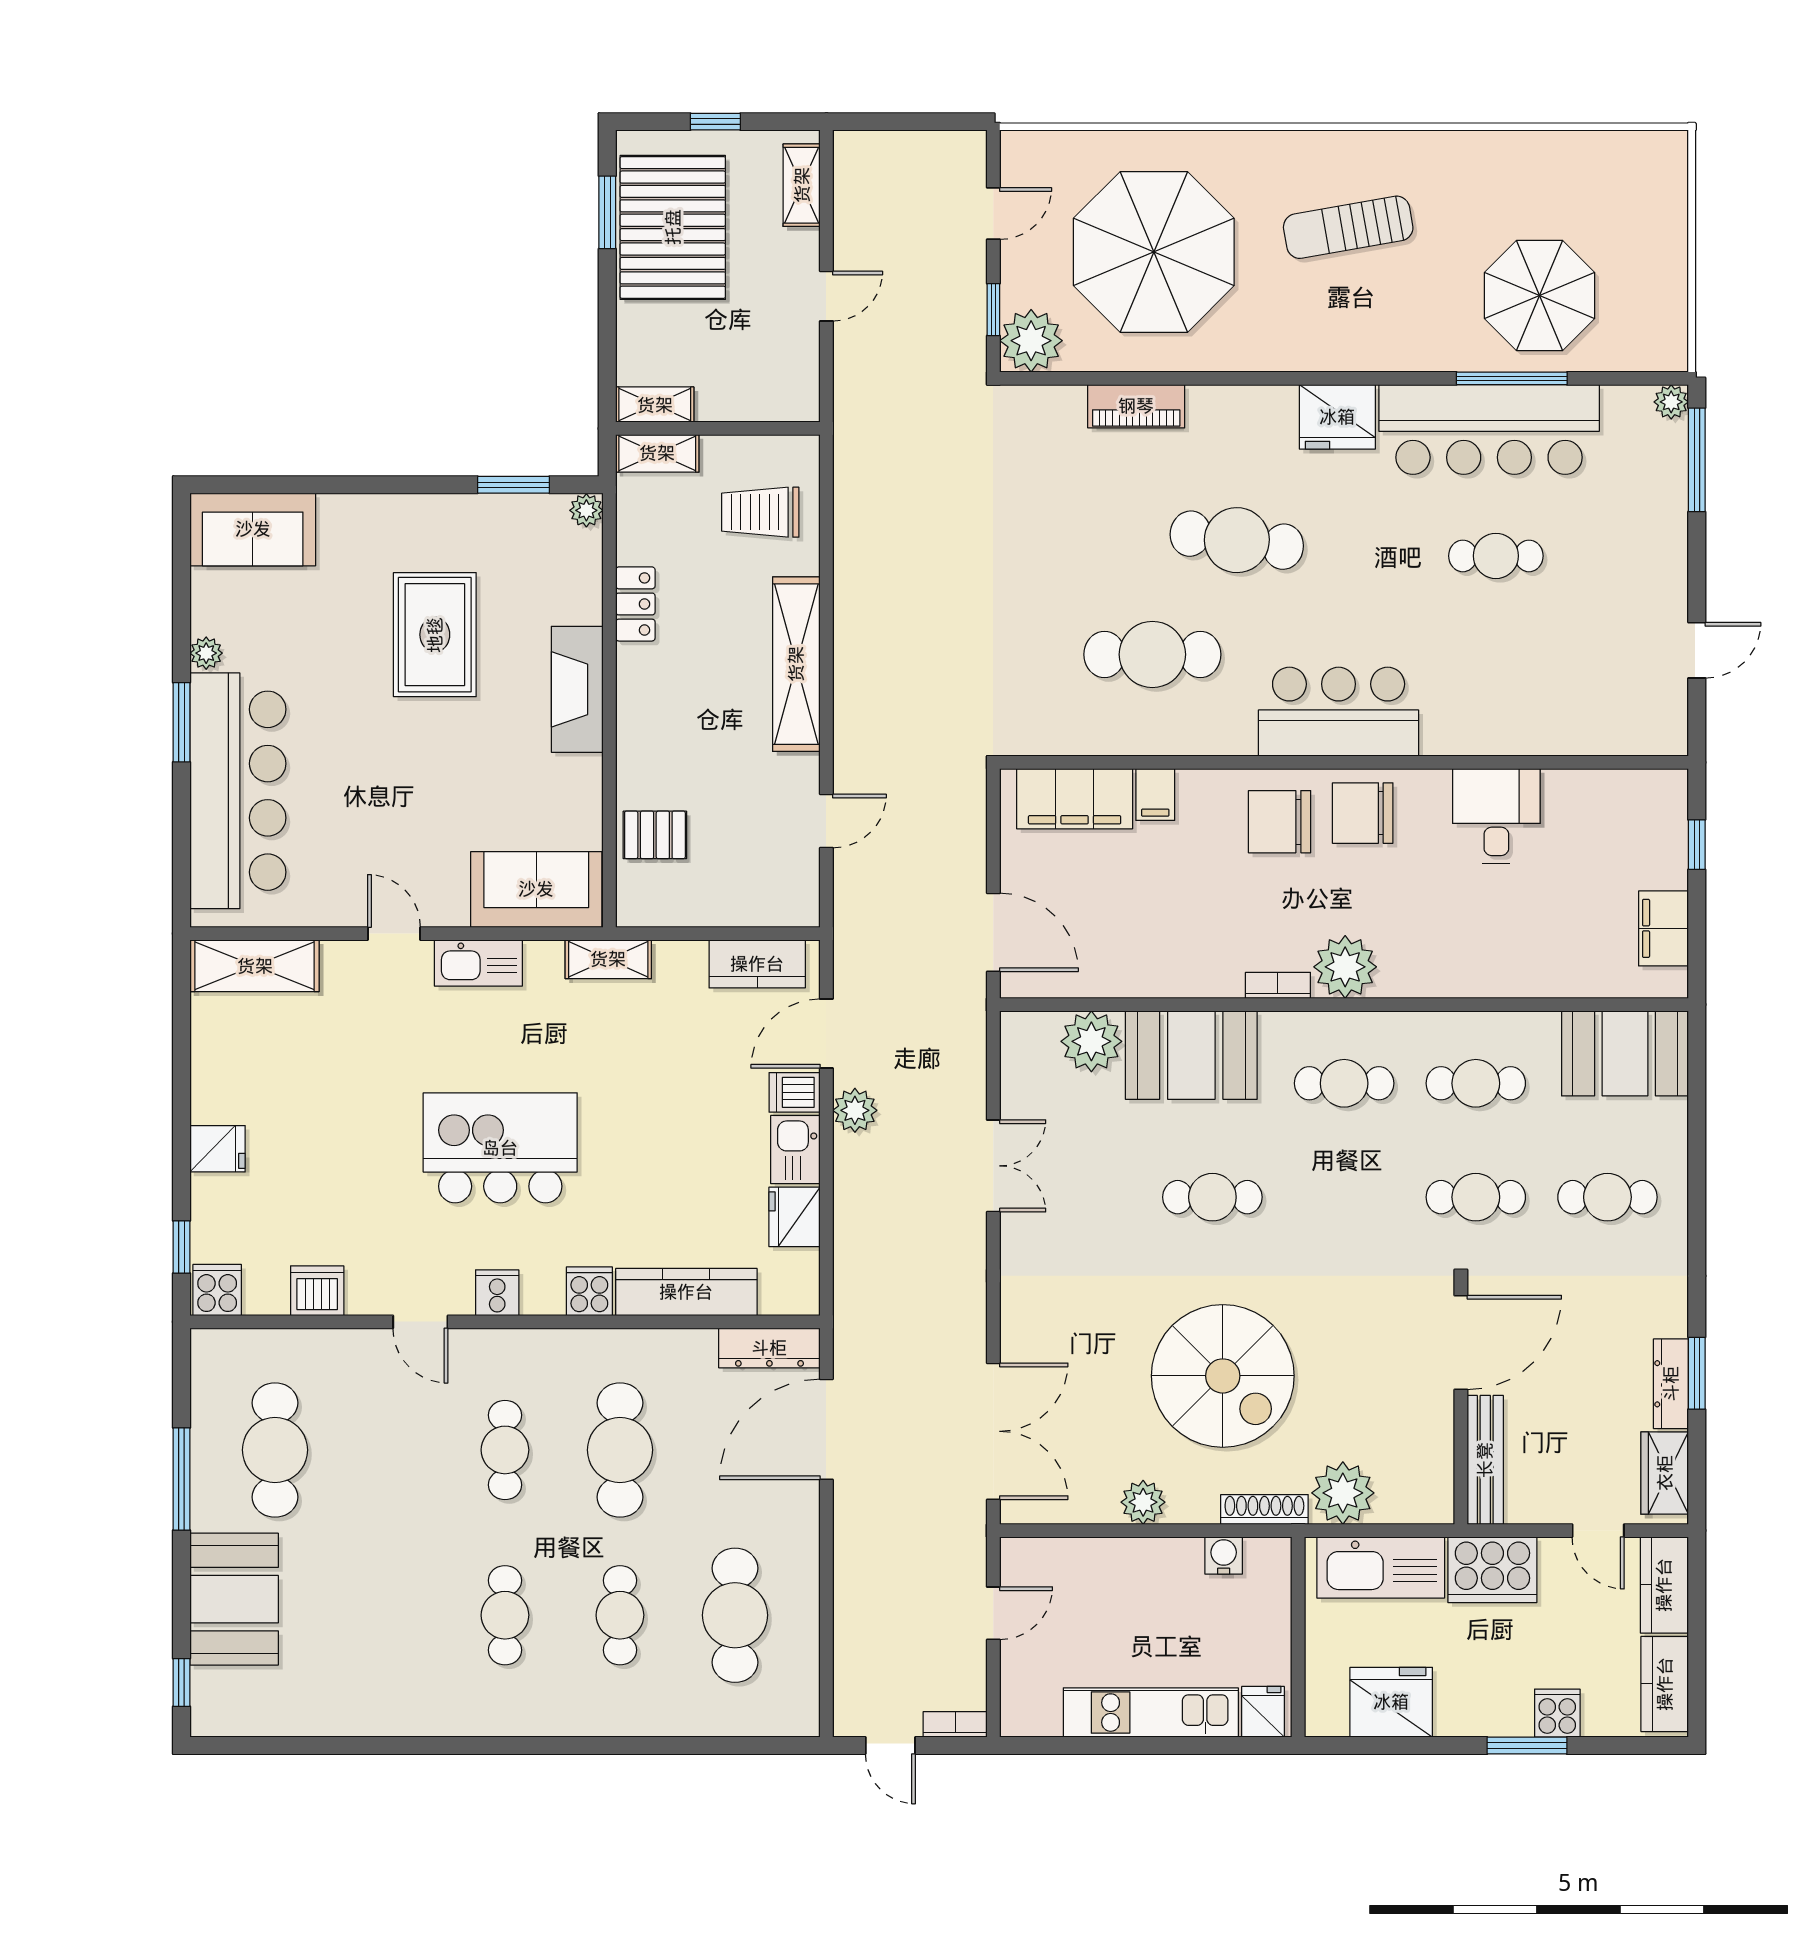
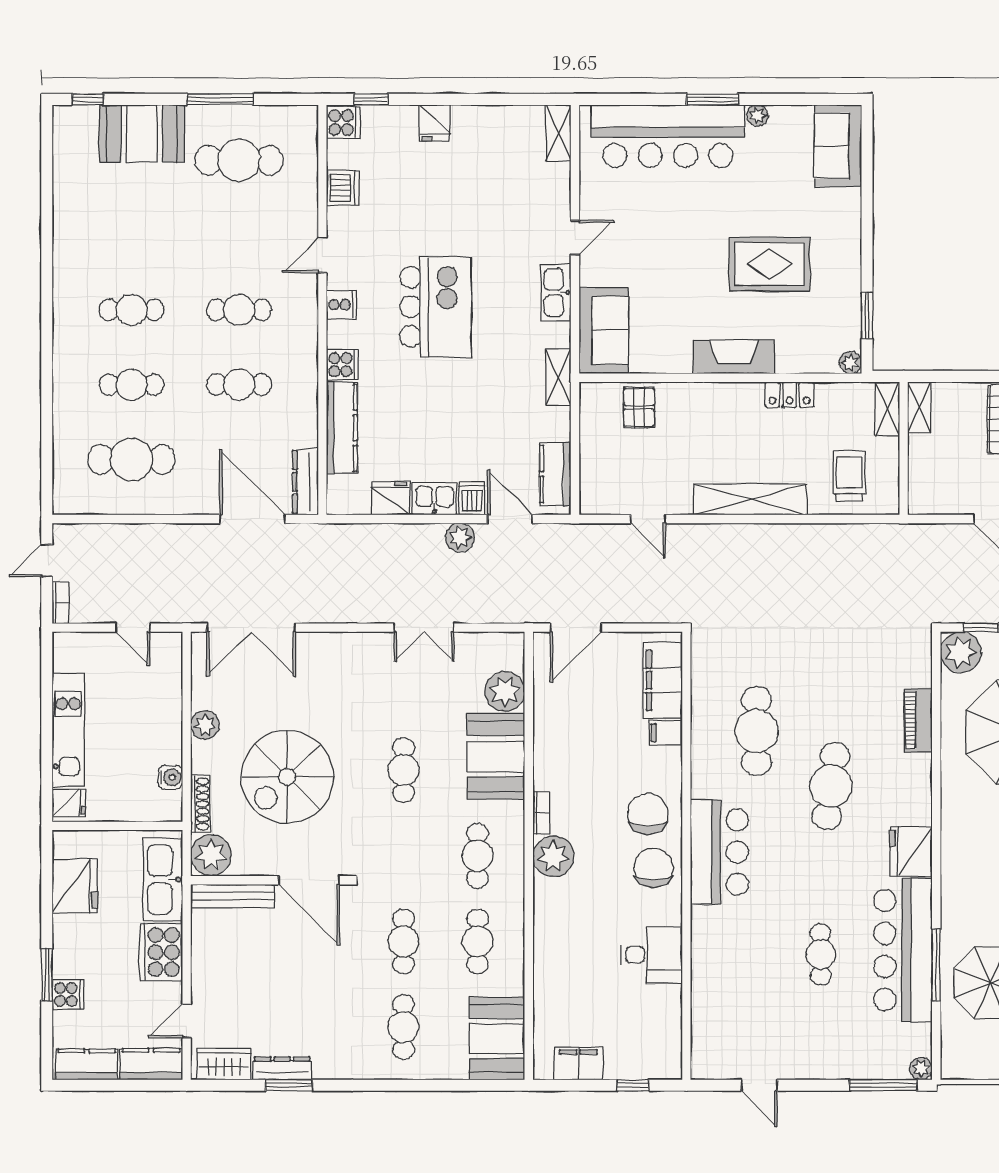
shelving: (255, 966) -> (558, 133), width x0.67, depth x0.75
door: (1461, 1342) -> (309, 880), moved
wall: (1461, 1403) -> (269, 880), moved
cafe table: (620, 1450) -> (239, 385), width x0.73, depth x0.74
bench: (1485, 1460) -> (233, 896), moved

